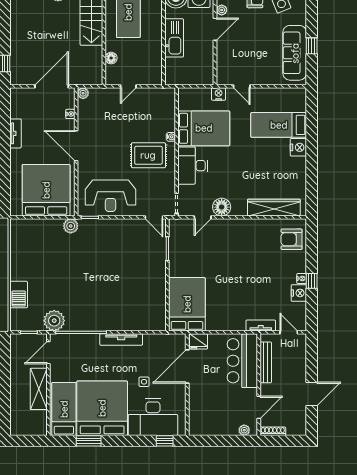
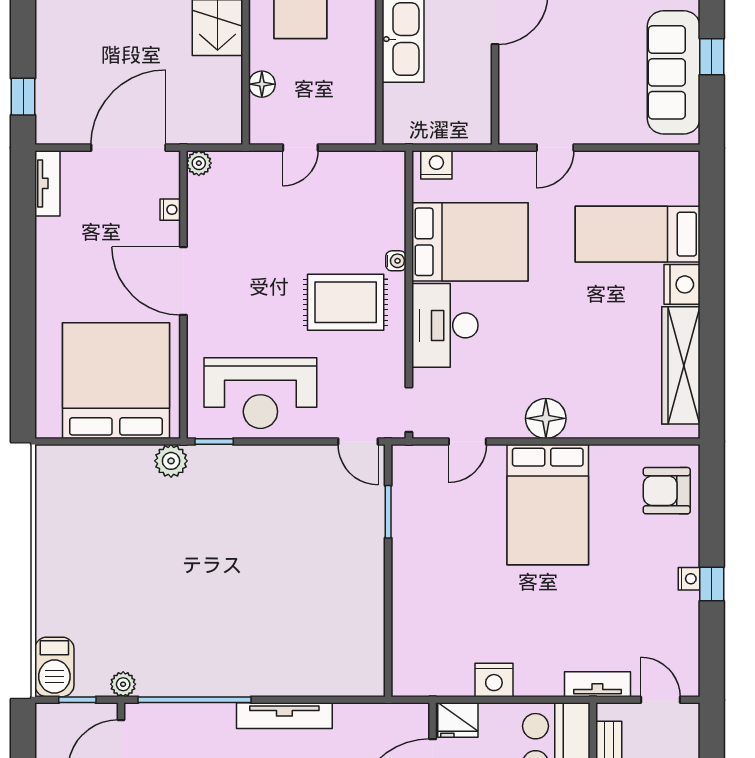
door: (242, 86) -> (555, 148), hinge flipped
nightstand: (219, 94) -> (436, 165), moved
tv unit: (16, 133) -> (47, 183), moved
floor lamp: (222, 207) -> (546, 418), moved
wardrobe: (274, 208) -> (681, 365), moved, turned -90
nightstand: (299, 293) -> (494, 680), moved, turned 90
barbecue: (19, 295) -> (54, 667), moved
bed: (187, 304) -> (548, 505), moved, turned 180
plant: (54, 321) -> (123, 684), width x0.53, depth x0.53

